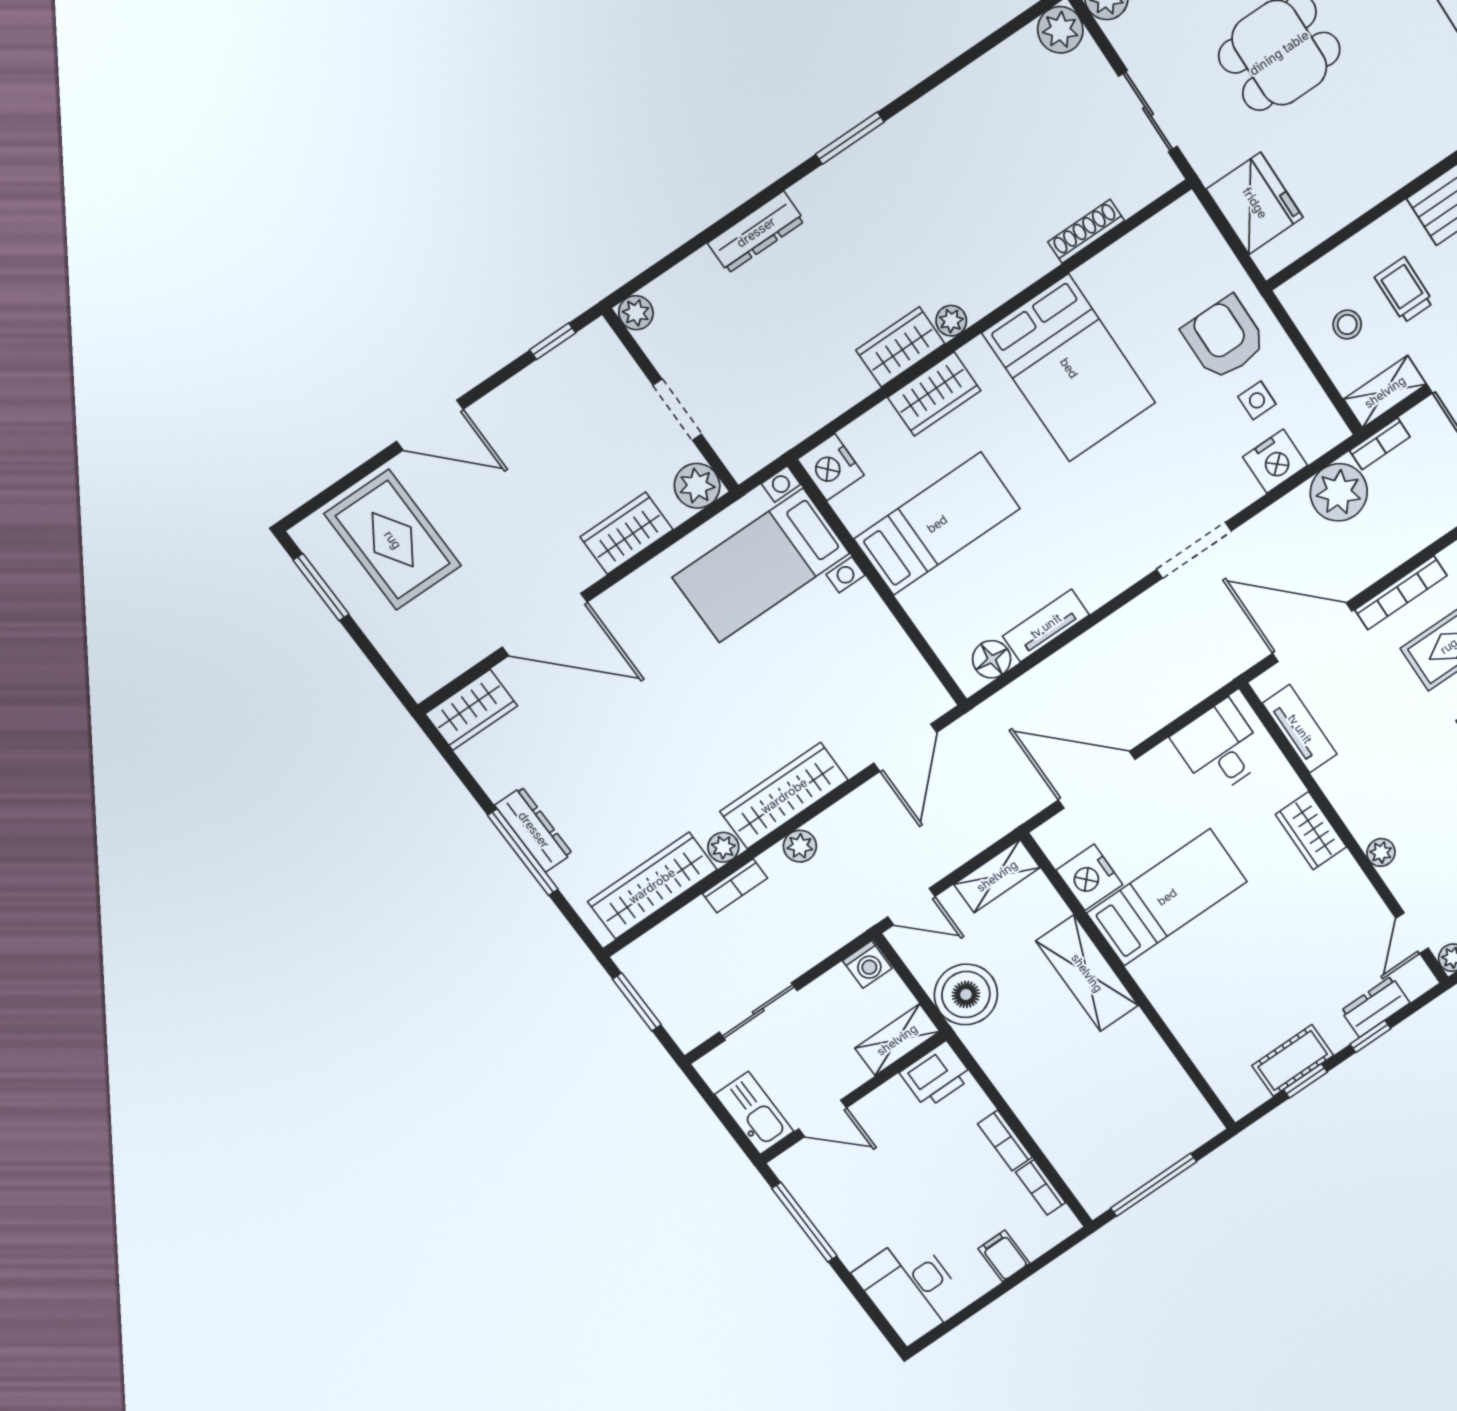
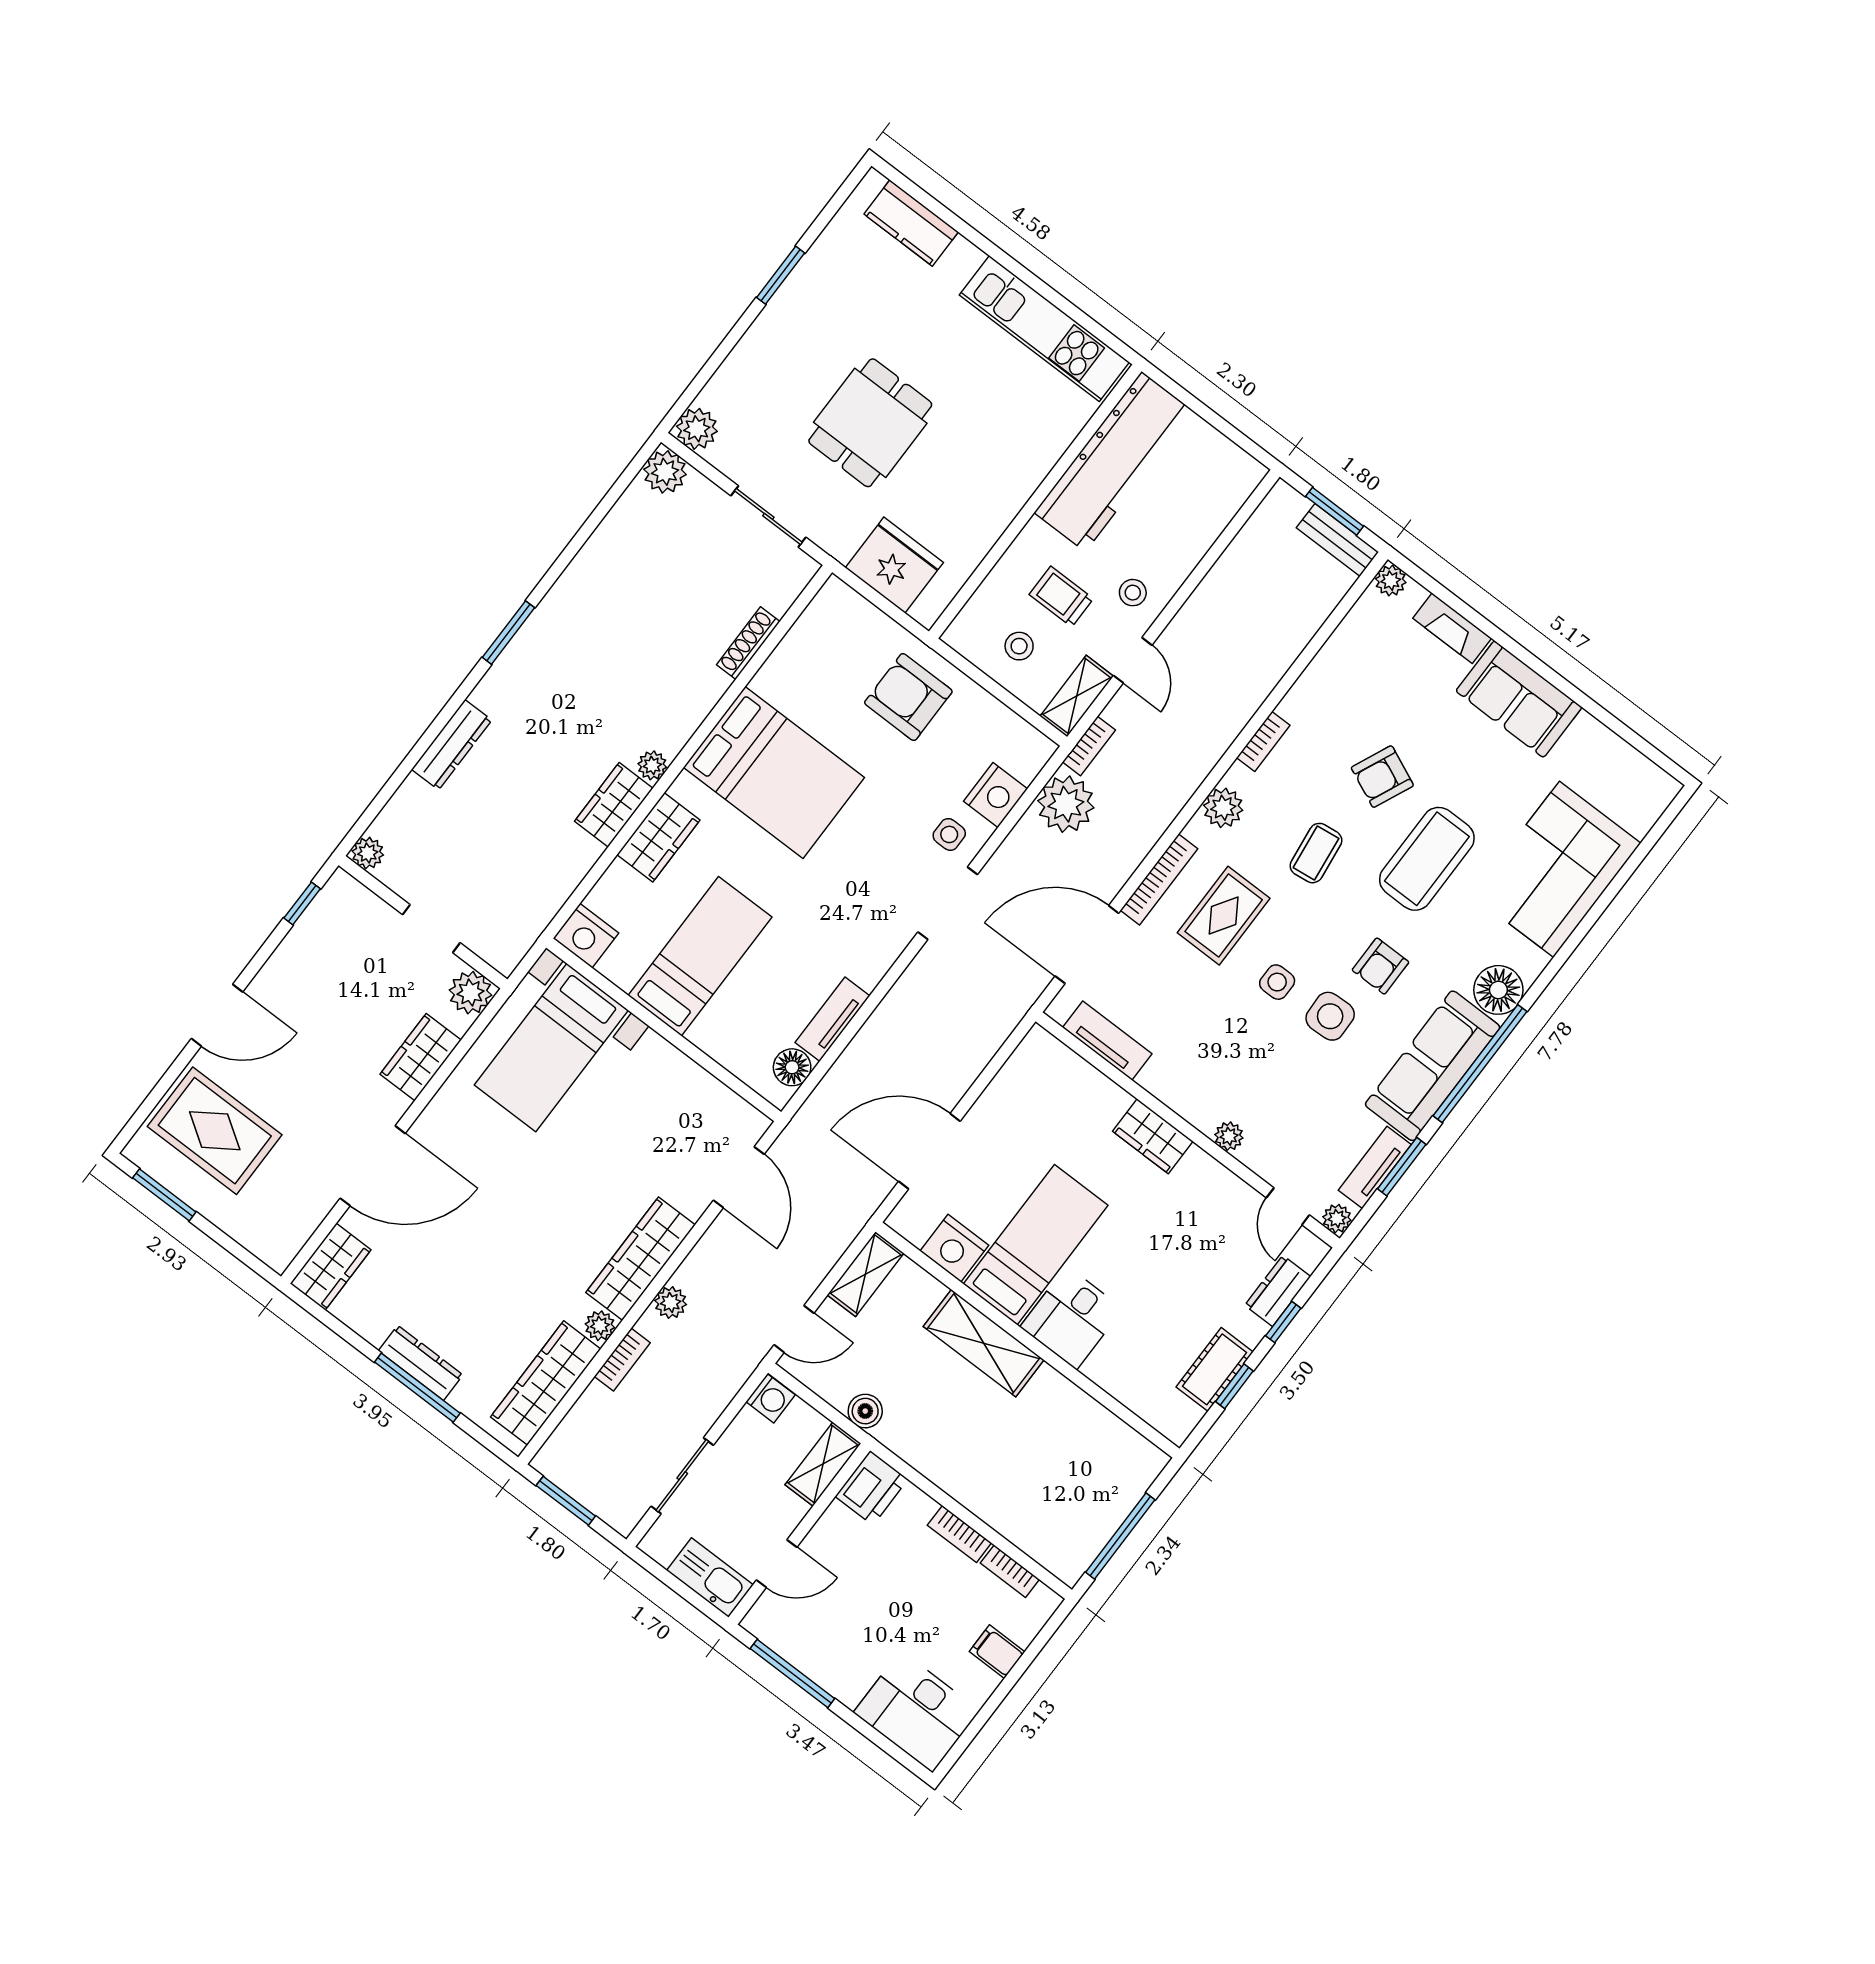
side table: (1257, 400) -> (949, 834), moved
desk: (1220, 748) -> (1072, 1318), moved, turned -90
boiler: (966, 994) -> (865, 1411), width x0.54, depth x0.54

